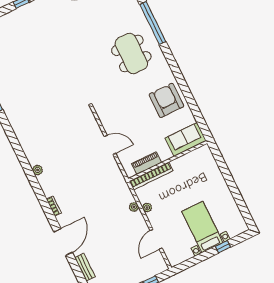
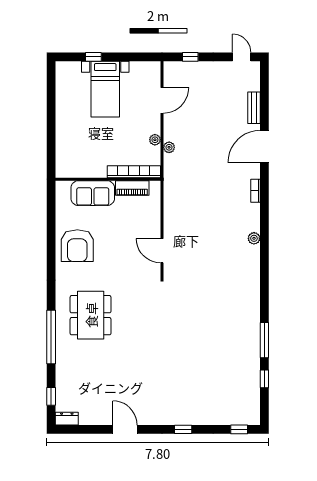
sofa: (186, 139) -> (93, 193), moved
door: (110, 145) -> (162, 251), moved

